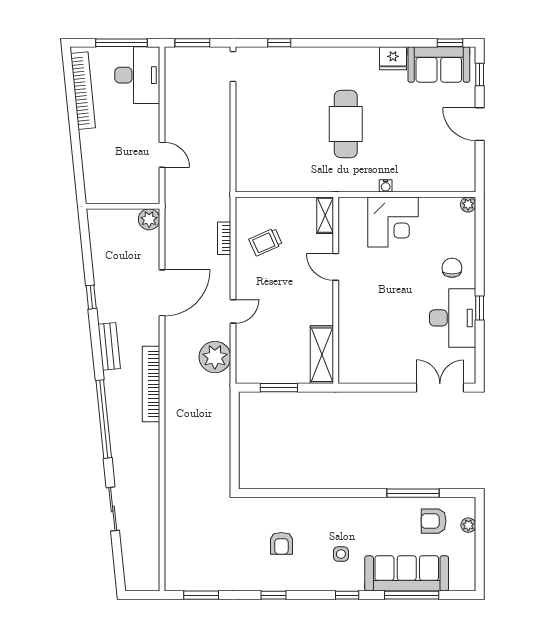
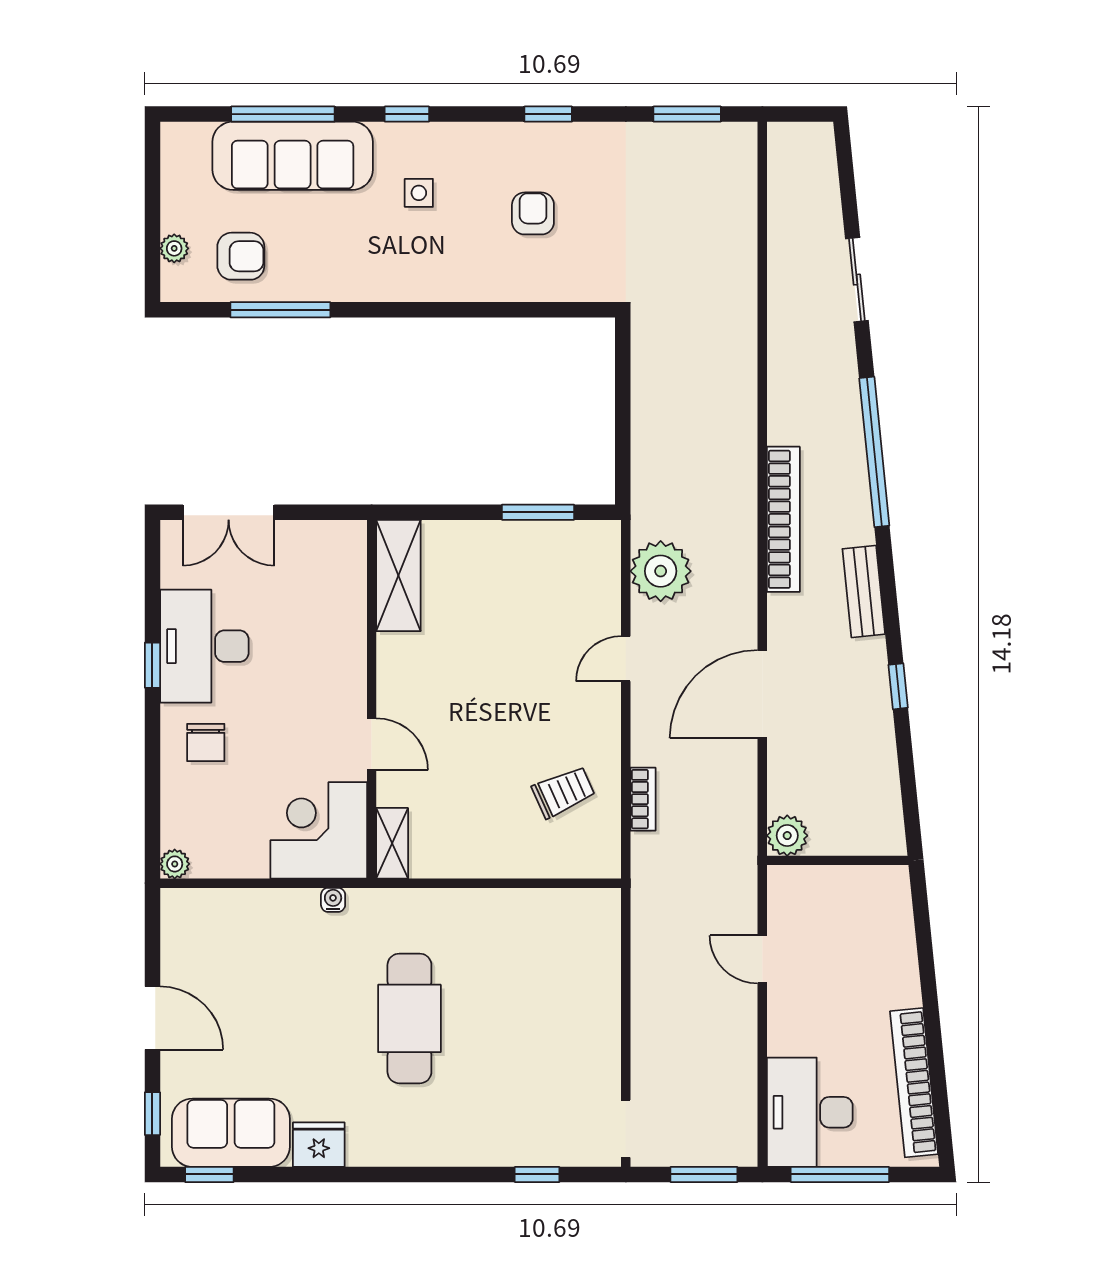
shelving: (325, 215) -> (392, 843), moved
door: (336, 267) -> (372, 744), moved
wall: (336, 290) -> (372, 699), moved
shelving: (322, 355) -> (398, 576), moved

